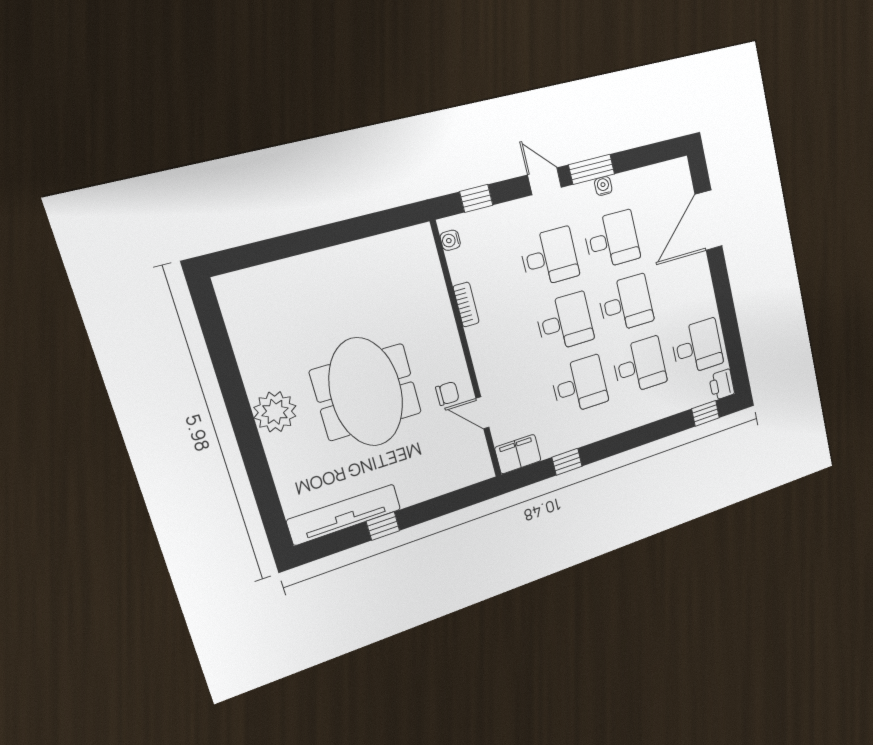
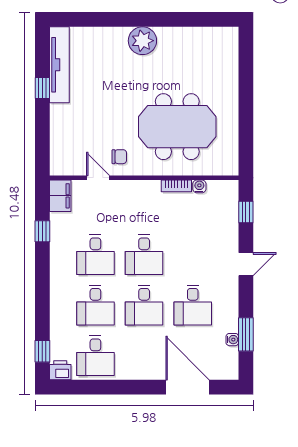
window: (592, 169) -> (246, 334), moved
water cooler: (603, 186) -> (232, 340), moved
water cooler: (450, 240) -> (199, 186), moved
desk: (549, 257) -> (193, 255), removed
meeting table: (366, 392) -> (177, 127), moved
chair: (447, 394) -> (119, 157), turned -90
door: (482, 413) -> (98, 178), hinge flipped

